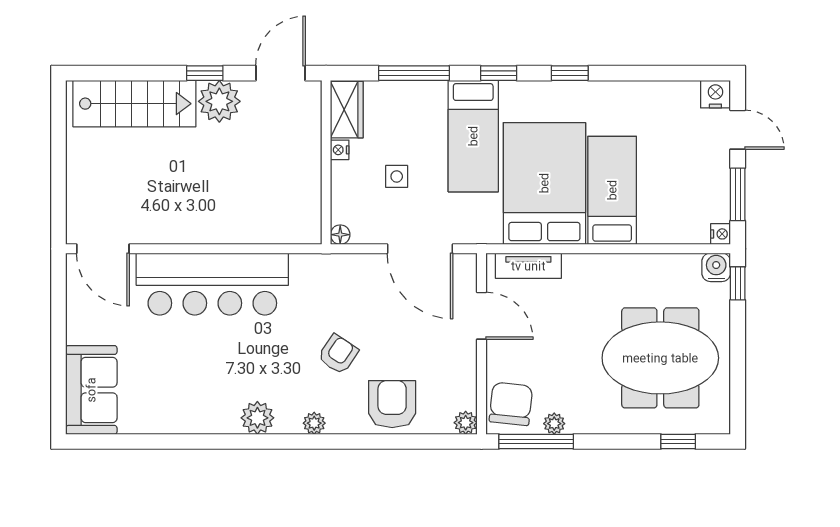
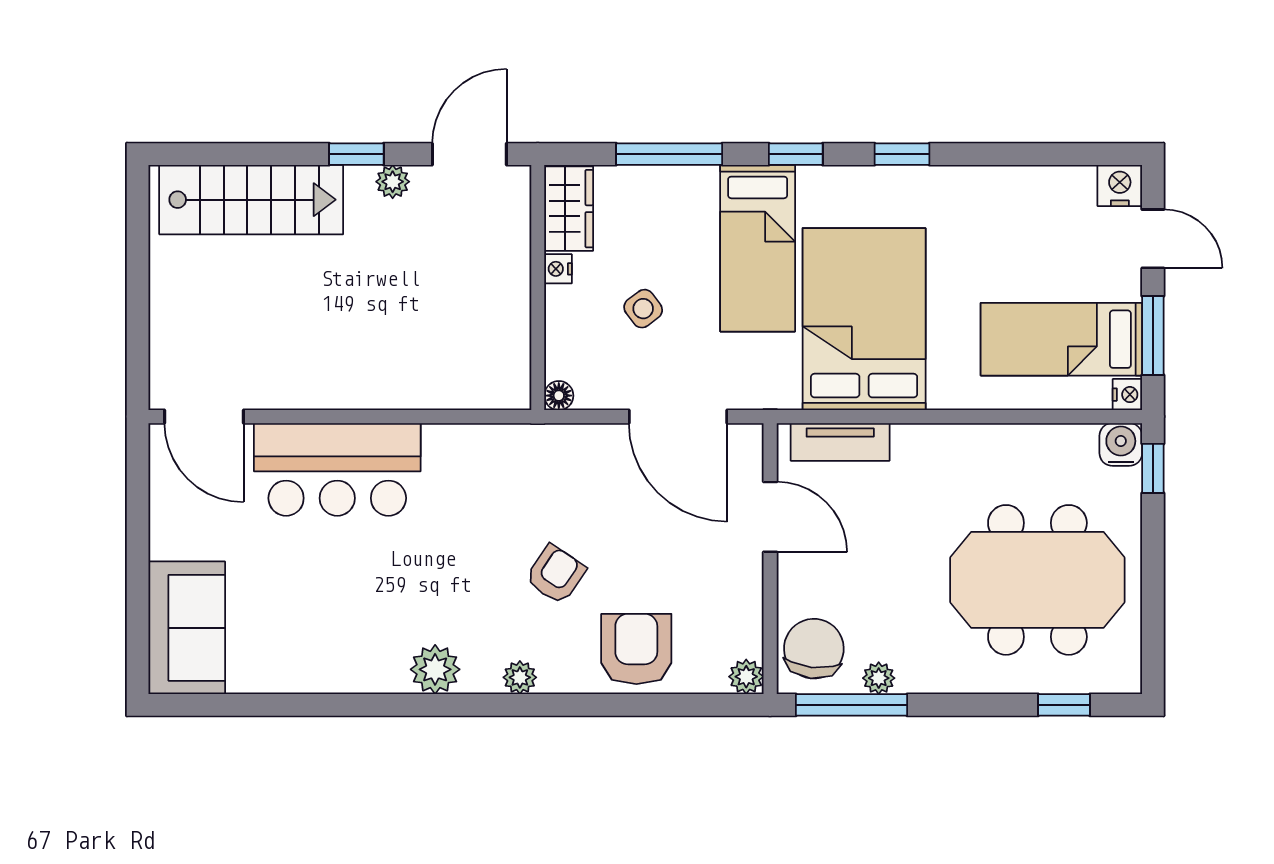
plant: (219, 101) -> (393, 182), width x0.53, depth x0.53
side table: (397, 176) -> (643, 309), turned -37
bed: (612, 190) -> (1061, 339), moved, turned -90
bar counter: (212, 284) -> (337, 469), width x0.73

